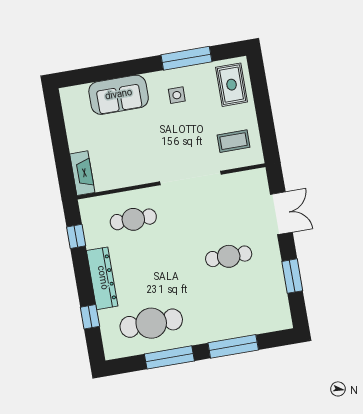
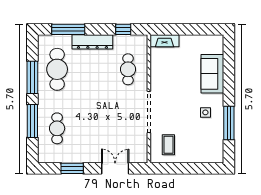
rug: (232, 85) -> (206, 150), removed
double door: (281, 213) -> (115, 168), swing flipped
cafe table: (229, 256) -> (57, 128), moved
window: (90, 317) -> (68, 29), width x2.17

